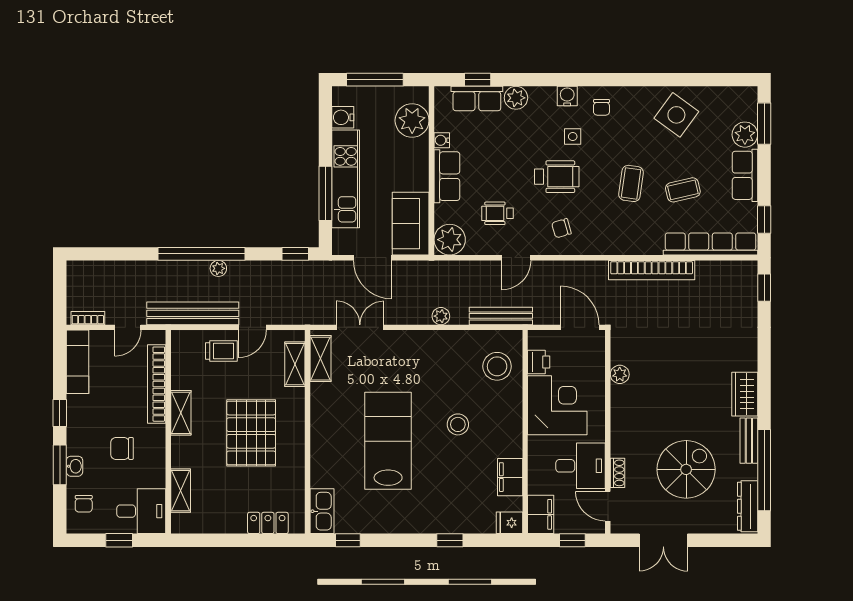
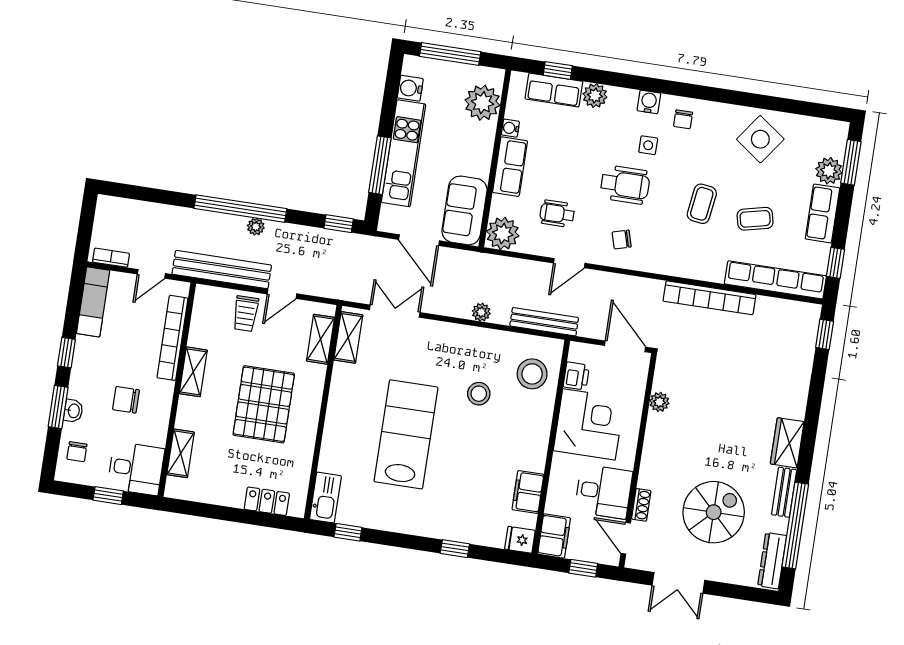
trolley: (221, 351) -> (246, 314), turned 90
stool: (458, 424) -> (479, 394), moved

